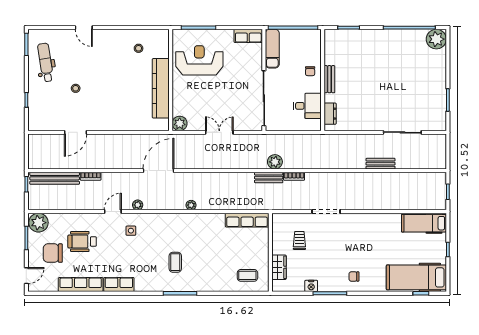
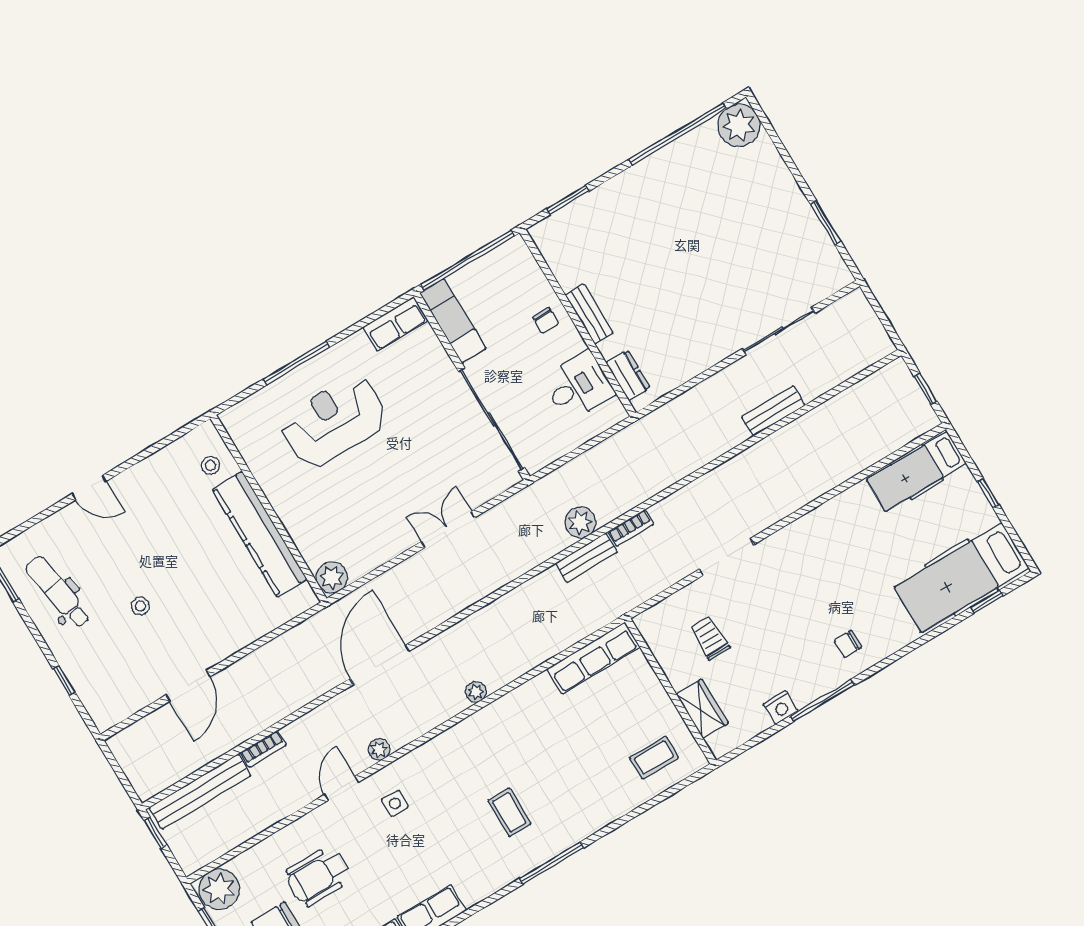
wall: (171, 80) -> (269, 509), moved
kitchen counter: (161, 88) -> (260, 534), moved
plant: (180, 123) -> (332, 577), moved

